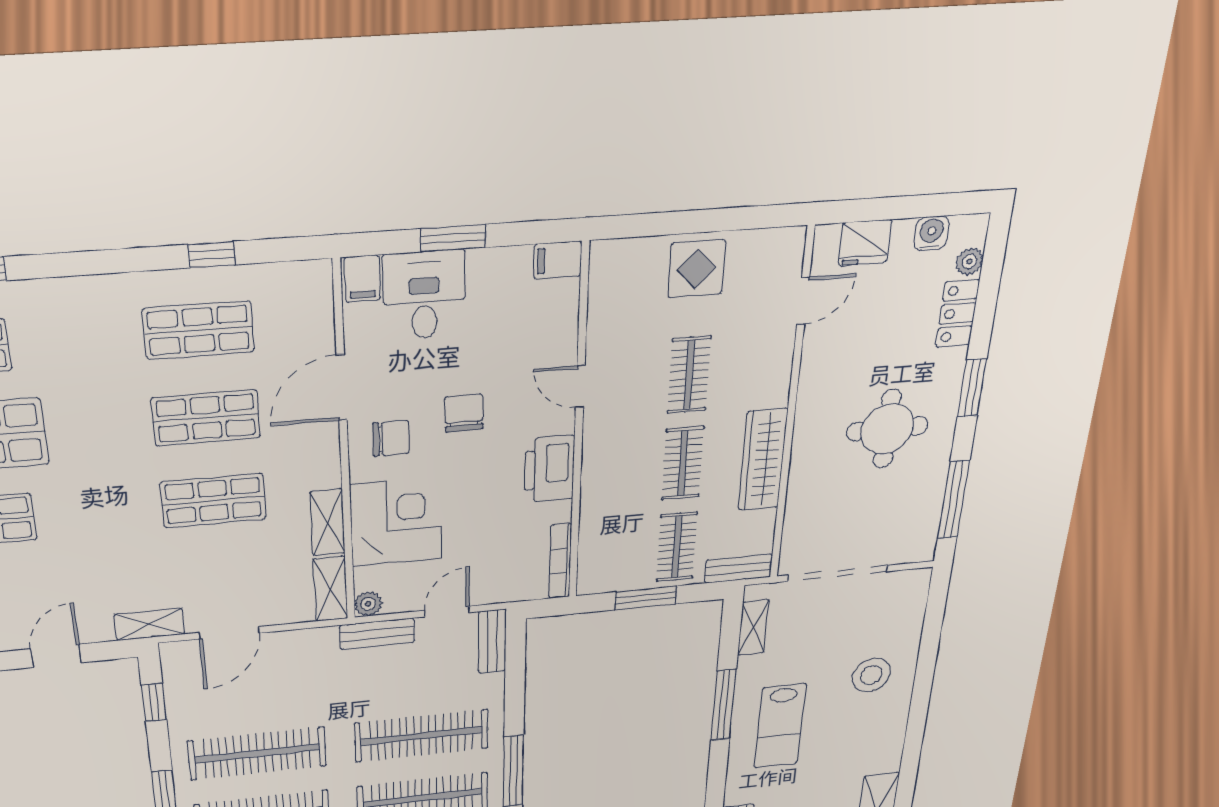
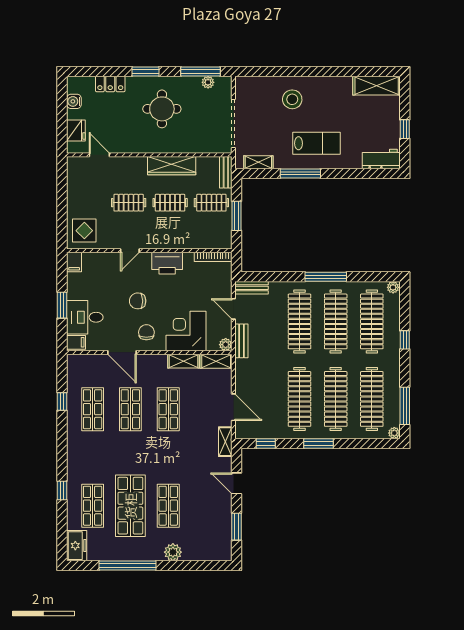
plant: (969, 261) -> (208, 82), moved
display table: (697, 269) -> (84, 231), moved

